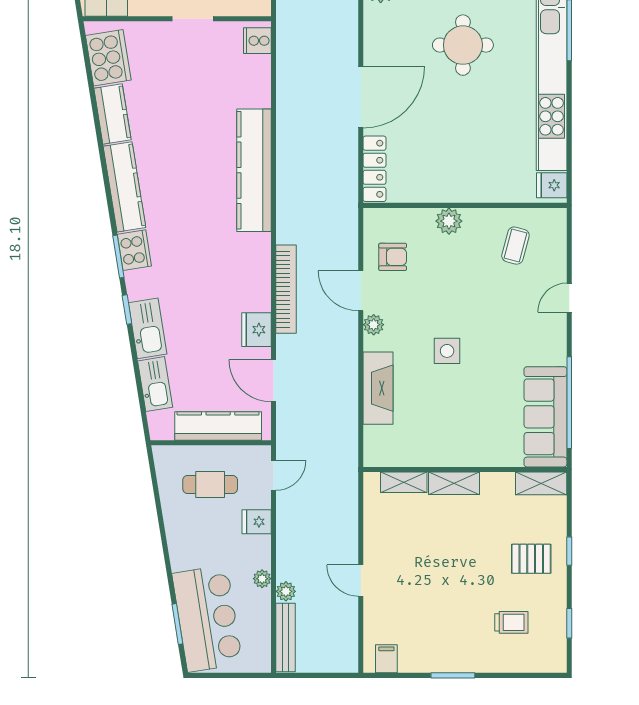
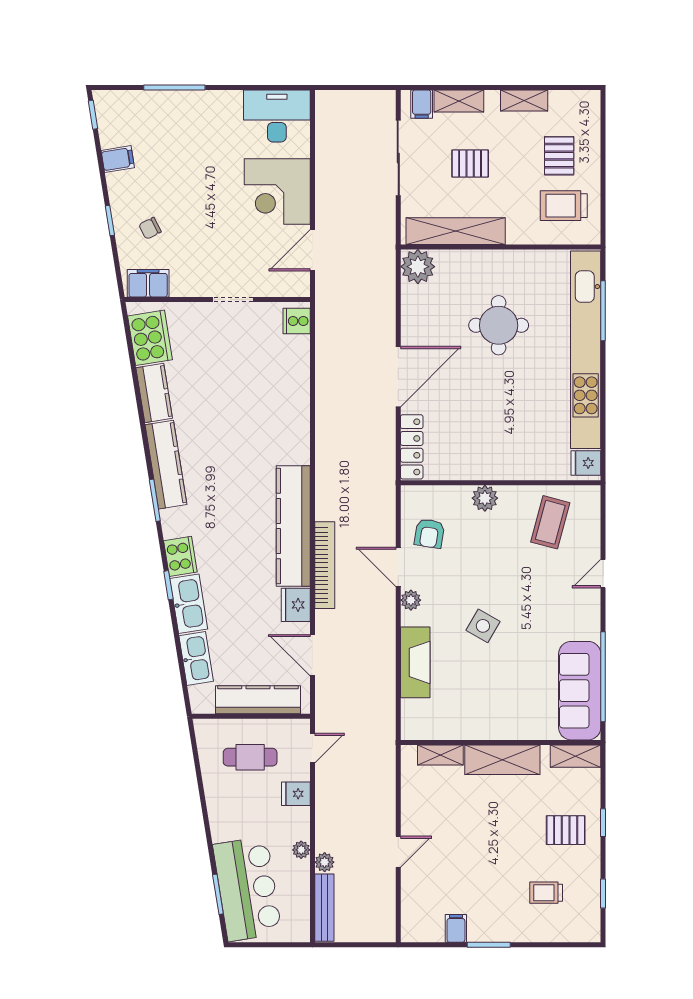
kitchen counter: (254, 170) -> (293, 526), moved
coffee table: (515, 246) -> (550, 522), width x1.36, depth x1.30
cooker: (134, 250) -> (180, 556), moved
window: (118, 256) -> (155, 500), moved
armchair: (393, 257) -> (429, 533), turned 99
side table: (447, 351) -> (483, 626), turned 30
shelving: (454, 483) -> (502, 760), width x1.50, depth x1.33
door: (361, 581) -> (398, 852), swing flipped
trolley: (511, 622) -> (546, 893), turned 180
filing cabinet: (386, 659) -> (456, 928), moved

